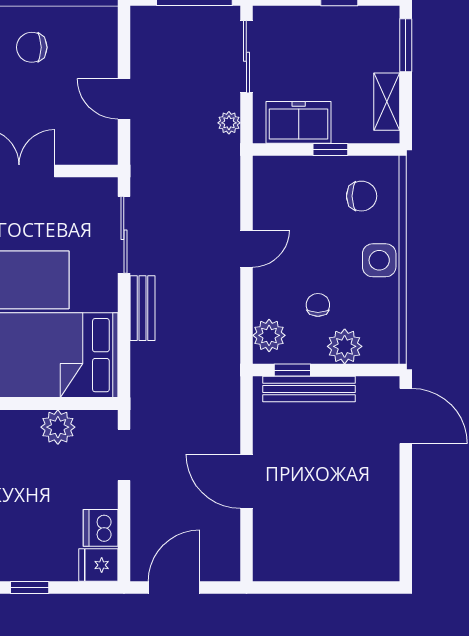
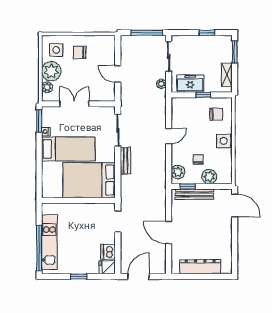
plant: (58, 427) -> (90, 210), removed
dresser: (323, 564) -> (200, 267), added

